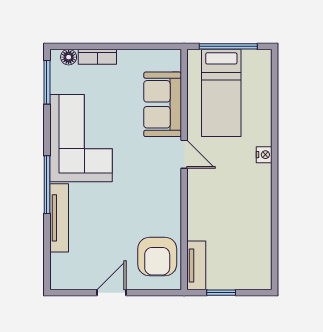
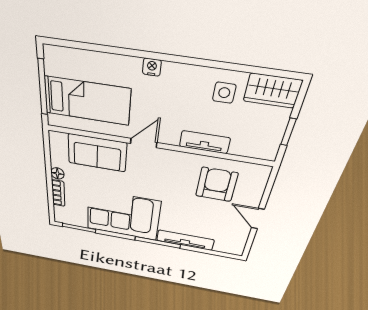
floor lamp: (69, 57) -> (57, 173), moved
side table: (250, 225) -> (224, 93), added
armchair: (157, 257) -> (217, 185), moved, turned -90
tv unit: (196, 265) -> (205, 142), moved
wardrobe: (258, 267) -> (272, 91), added

